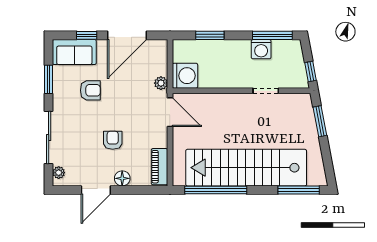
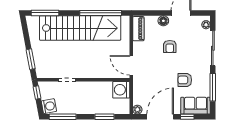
washing machine: (261, 49) -> (49, 106), moved, turned 79
window: (49, 79) -> (213, 87), width x1.44
plant: (161, 83) -> (137, 110), moved

